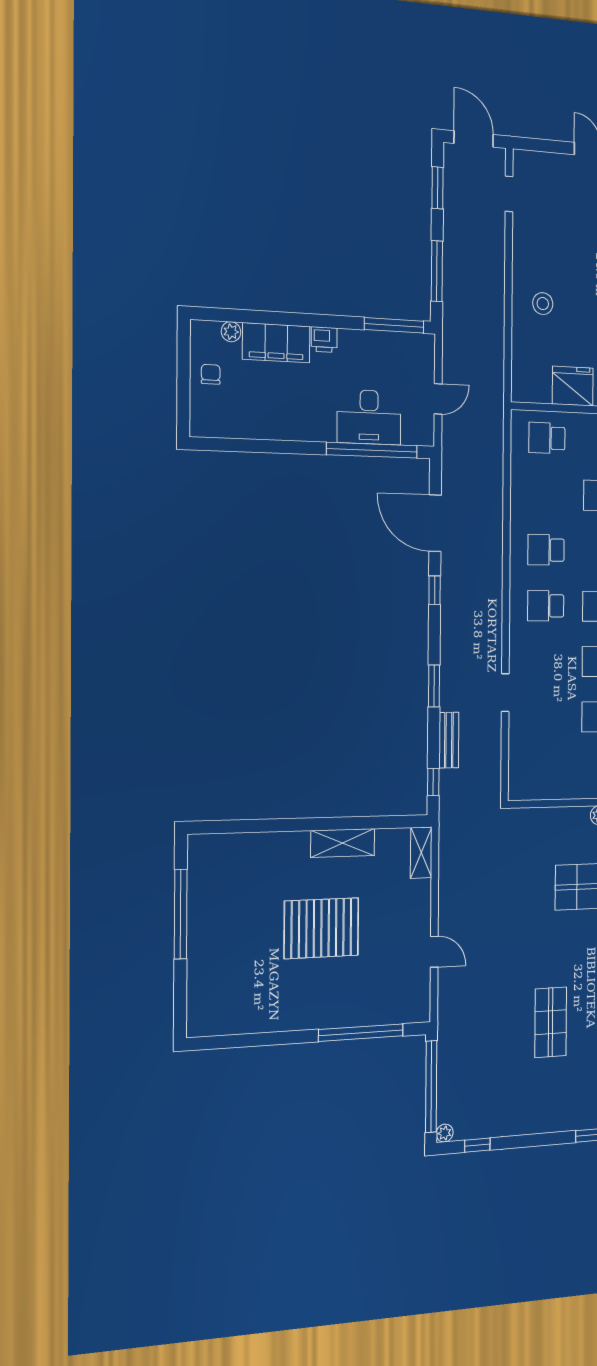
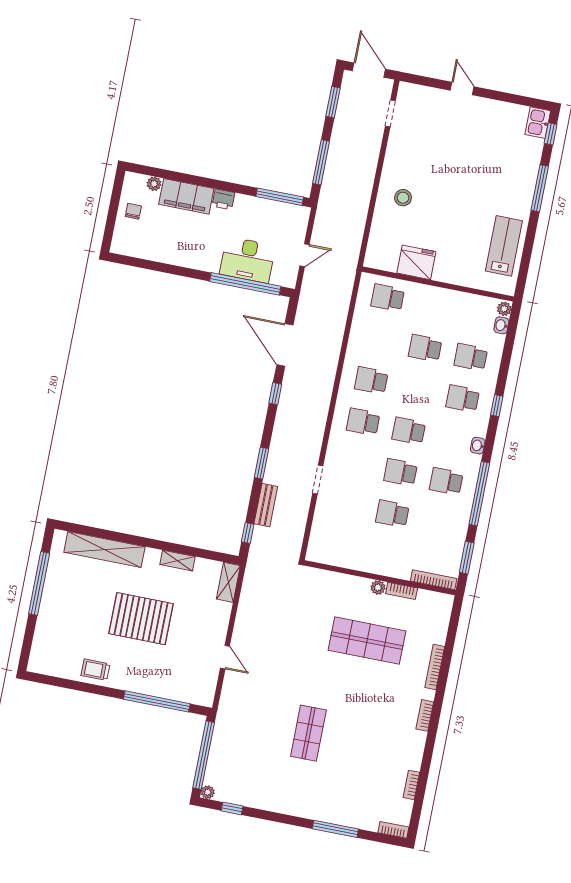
shelving: (343, 843) -> (177, 561), width x0.67, depth x0.75
shelving: (258, 847) -> (104, 549), added
trolley: (276, 1012) -> (95, 670), added

